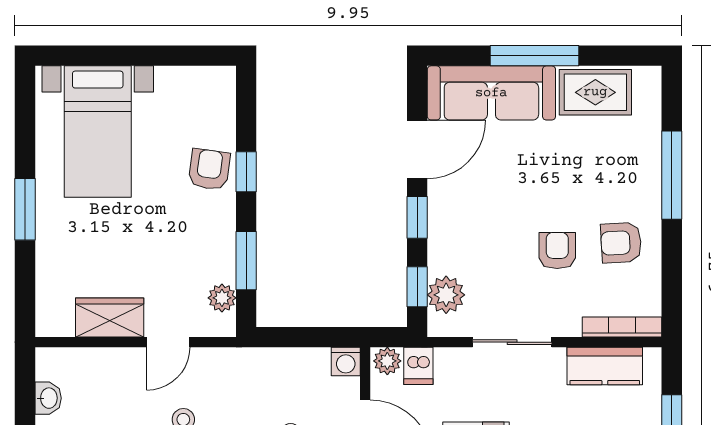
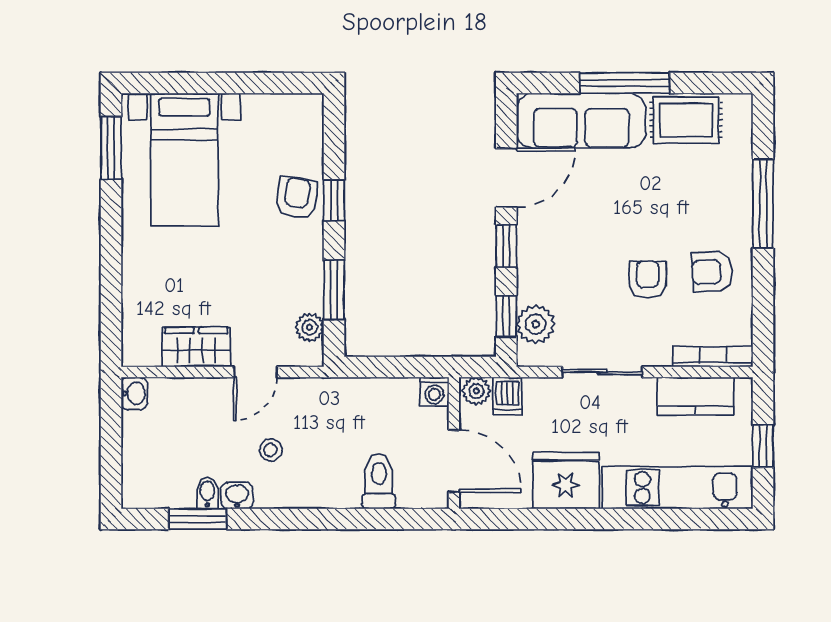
window: (25, 209) -> (111, 148), moved
washbasin: (48, 398) -> (134, 393), moved

